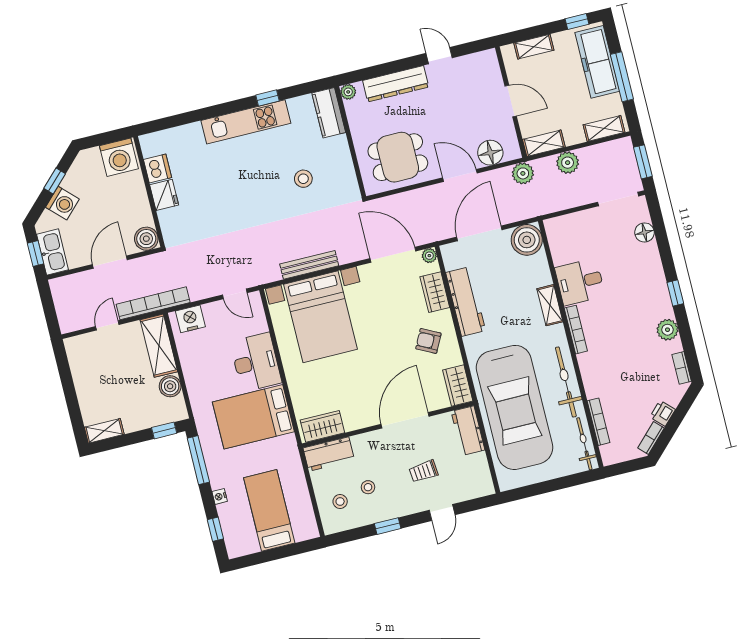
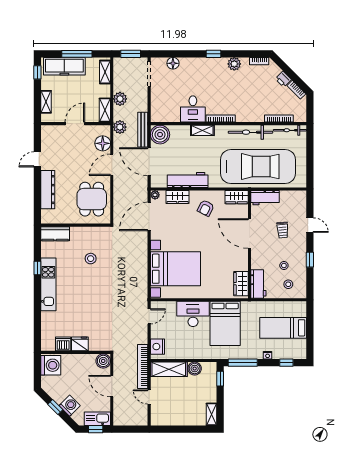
plant: (348, 92) -> (46, 219), removed
bench: (309, 265) -> (143, 130), moved

